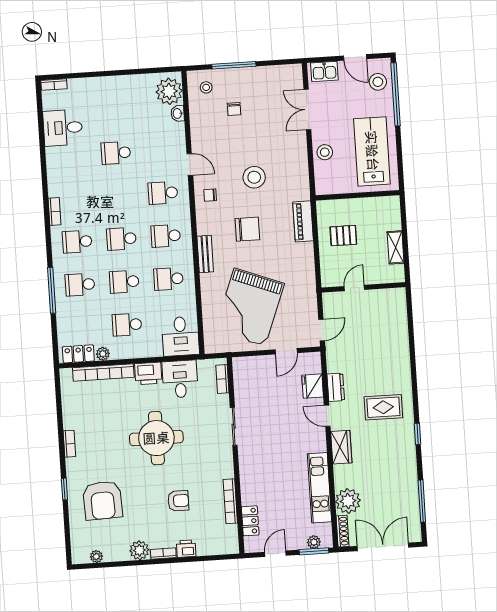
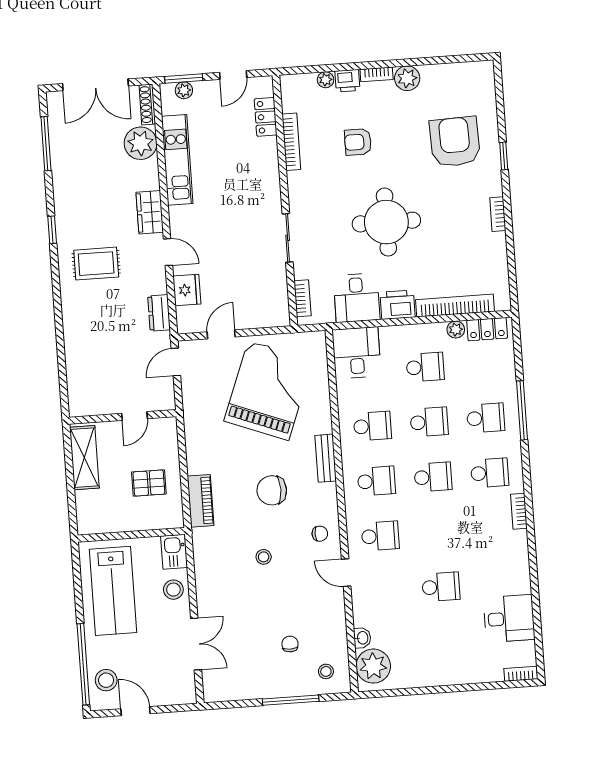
kitchen sink: (324, 71) -> (174, 552), moved, turned -90
stool: (254, 177) -> (264, 557), width x0.53, depth x0.53
shelving: (396, 247) -> (84, 458), width x1.50, depth x1.33
dresser: (336, 387) -> (159, 313), moved
plant: (96, 556) -> (326, 80), moved

